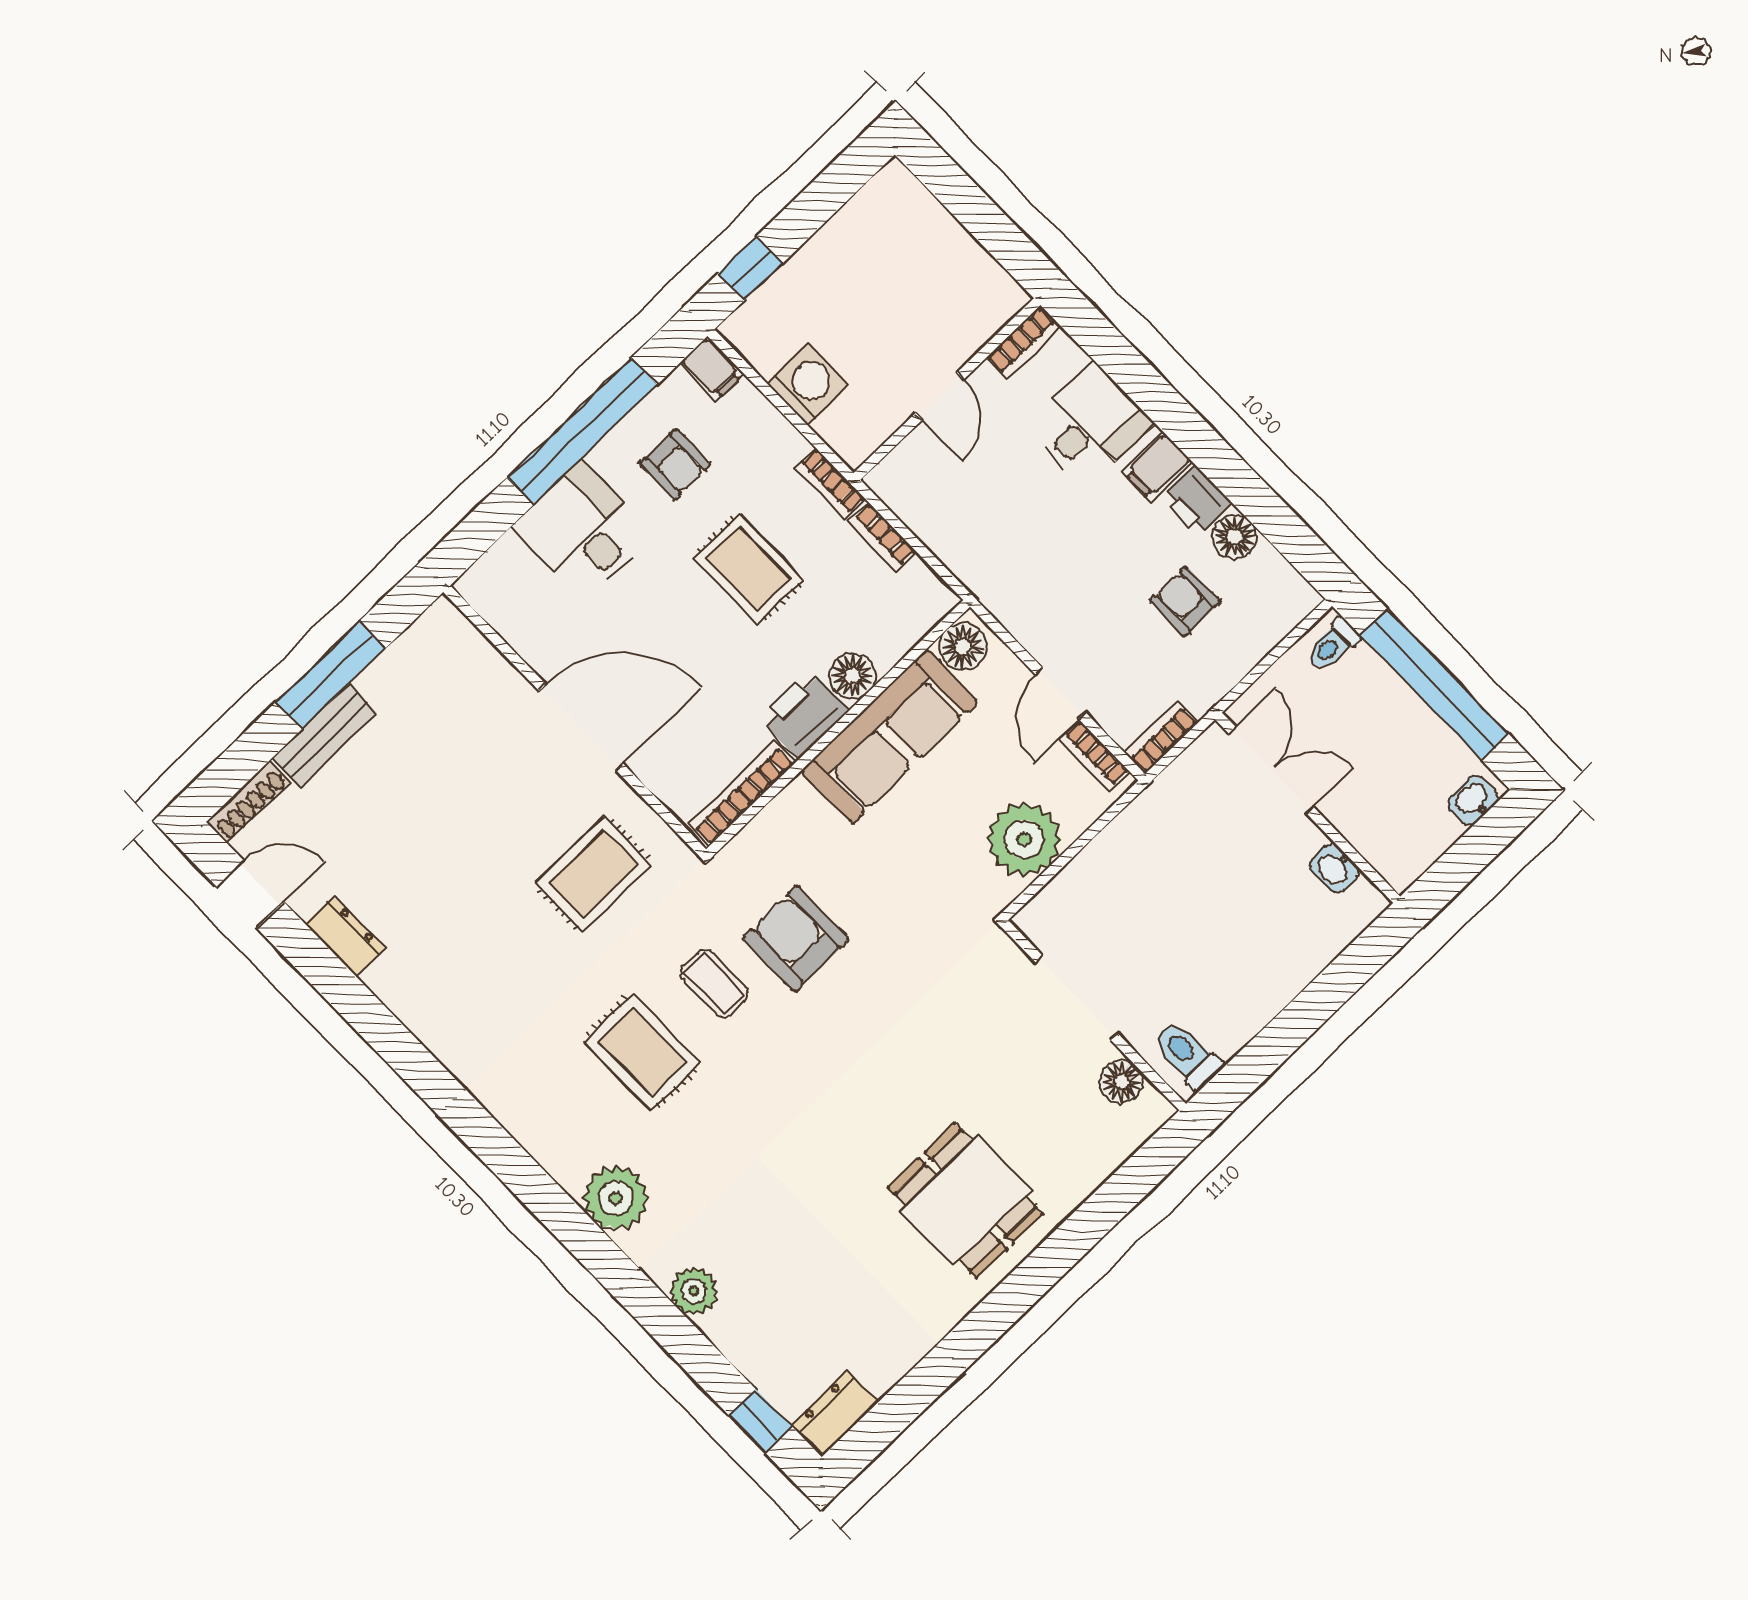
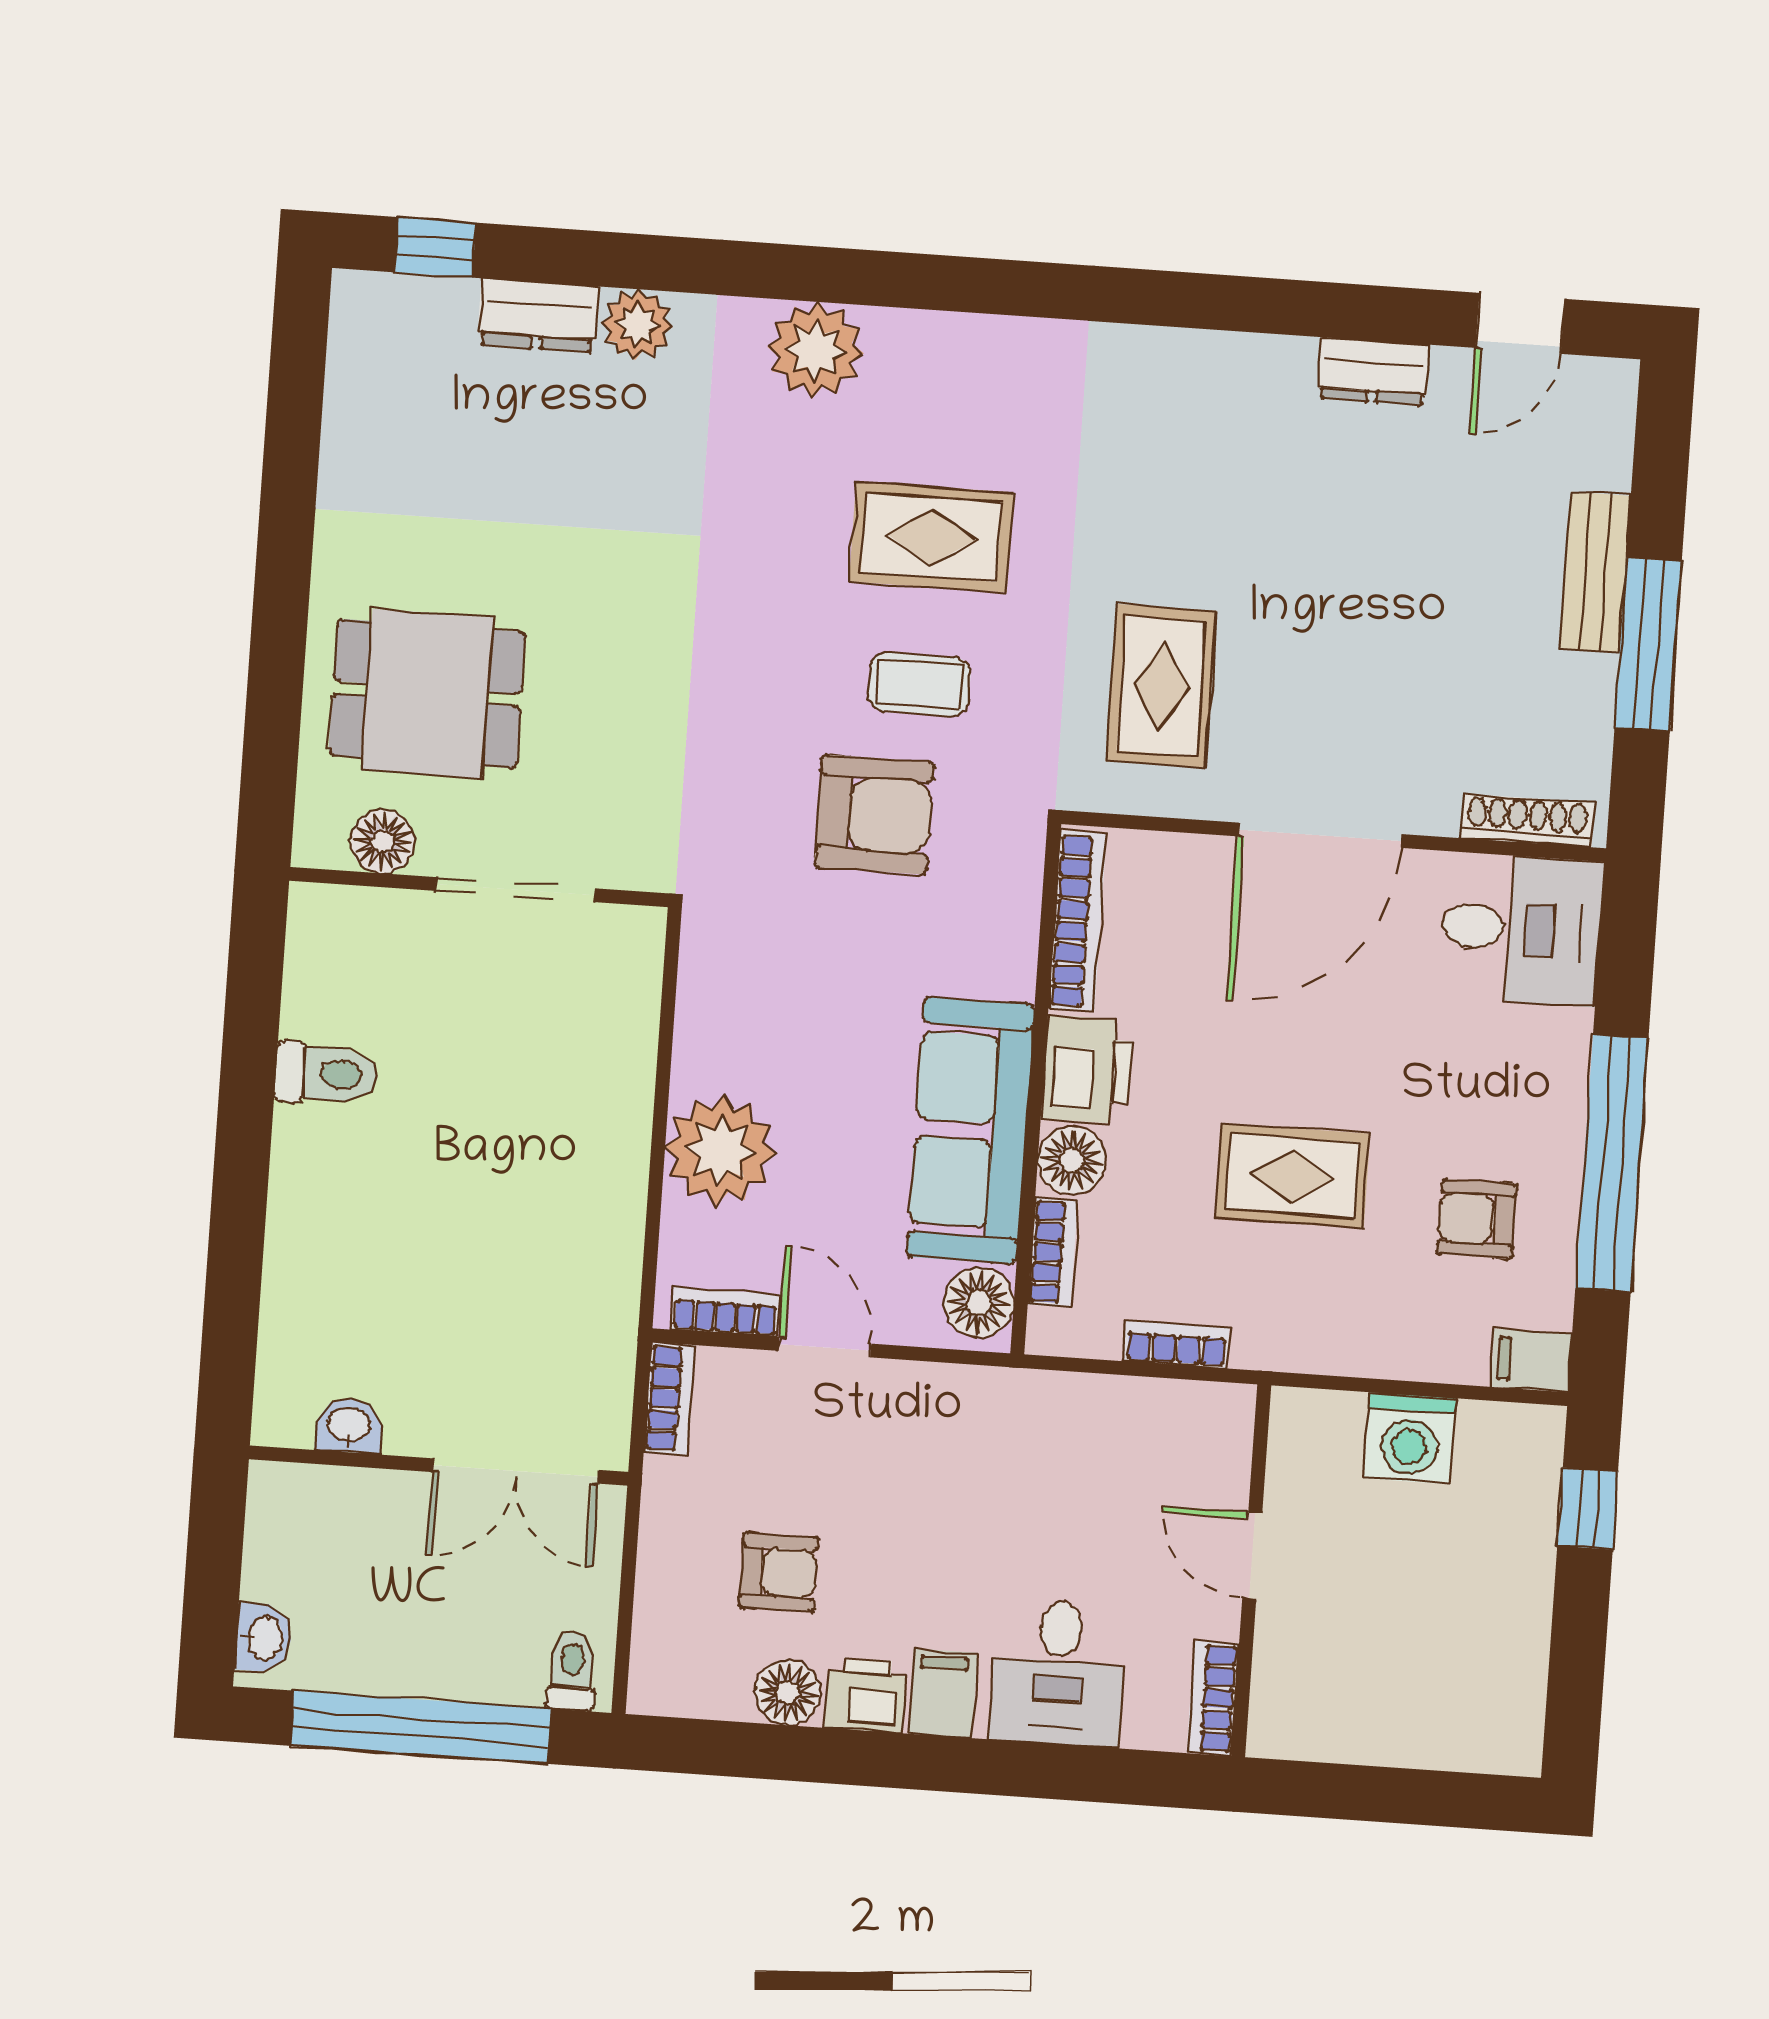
bookcase: (830, 483) -> (1053, 1253), moved, turned 90
desk: (583, 531) -> (1522, 929), moved
shoe rack: (248, 802) -> (1527, 820), moved, turned 90
doorway: (1077, 998) -> (515, 890), moved
wall: (1094, 1015) -> (479, 887), moved
floor lamp: (1121, 1082) -> (383, 841), moved
dresser: (835, 1414) -> (538, 315), moved, turned 90

